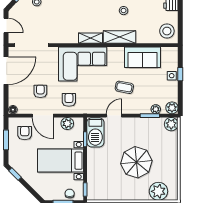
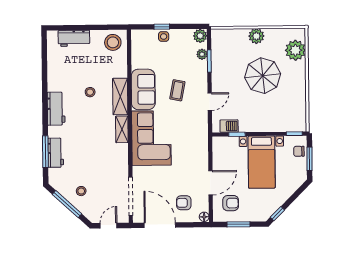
sofa: (142, 57) -> (143, 89), moved
armchair: (40, 91) -> (184, 203), moved
armchair: (69, 100) -> (192, 153), removed
door: (114, 116) -> (210, 102), swing flipped
plant: (67, 124) -> (219, 155), removed
plant: (171, 124) -> (256, 36), moved
barbecue: (95, 132) -> (229, 126), width x0.53, depth x0.65
armchair: (25, 133) -> (231, 203), turned 180

